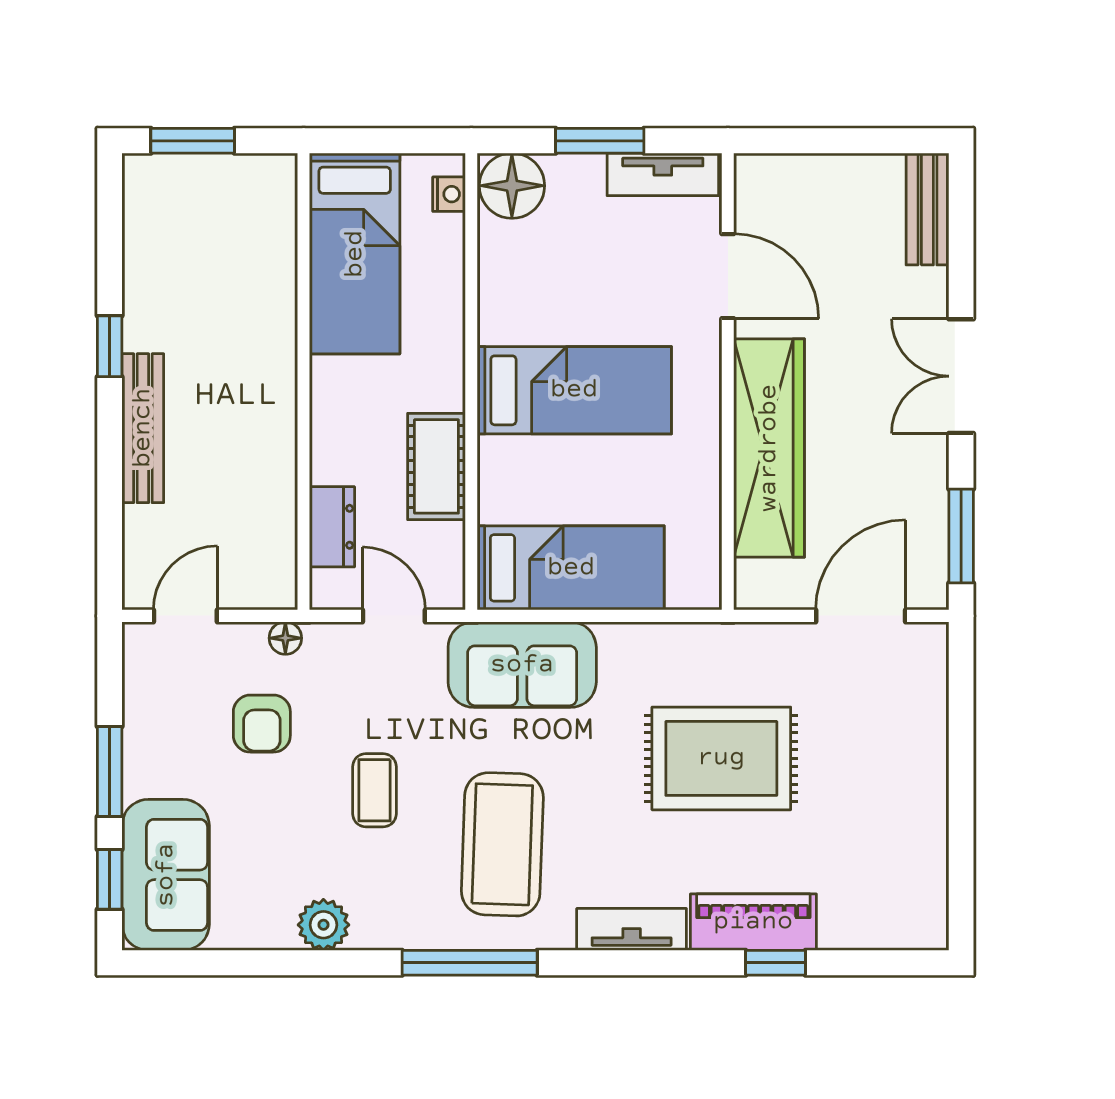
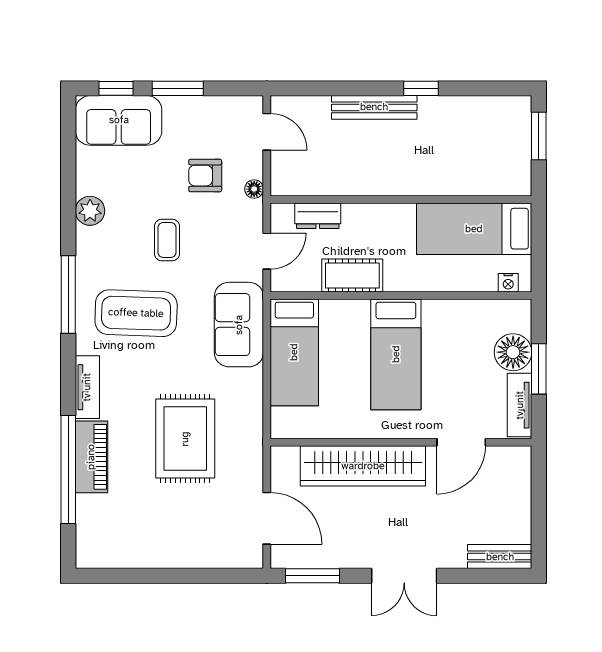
floor lamp: (512, 186) -> (513, 352), moved
double door: (961, 376) -> (404, 576), swing flipped
coffee table: (374, 790) -> (167, 240), turned 90
window: (776, 963) -> (68, 470), width x3.17

